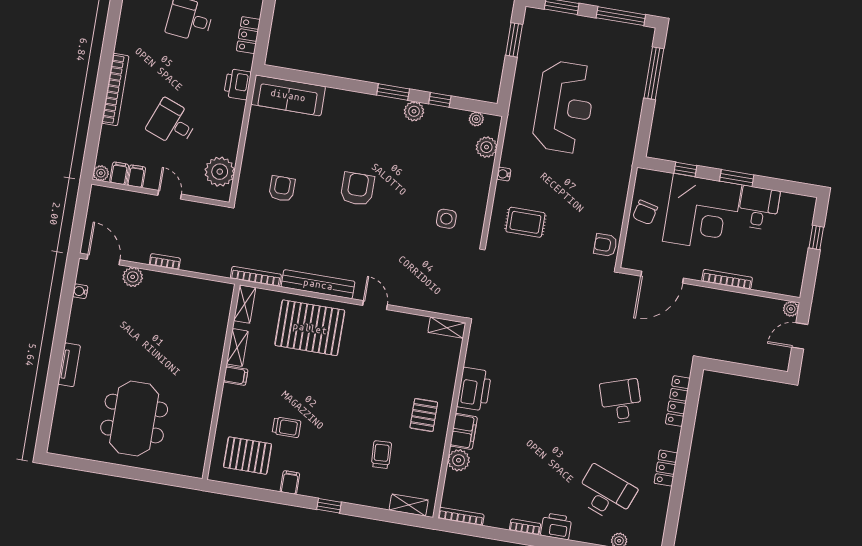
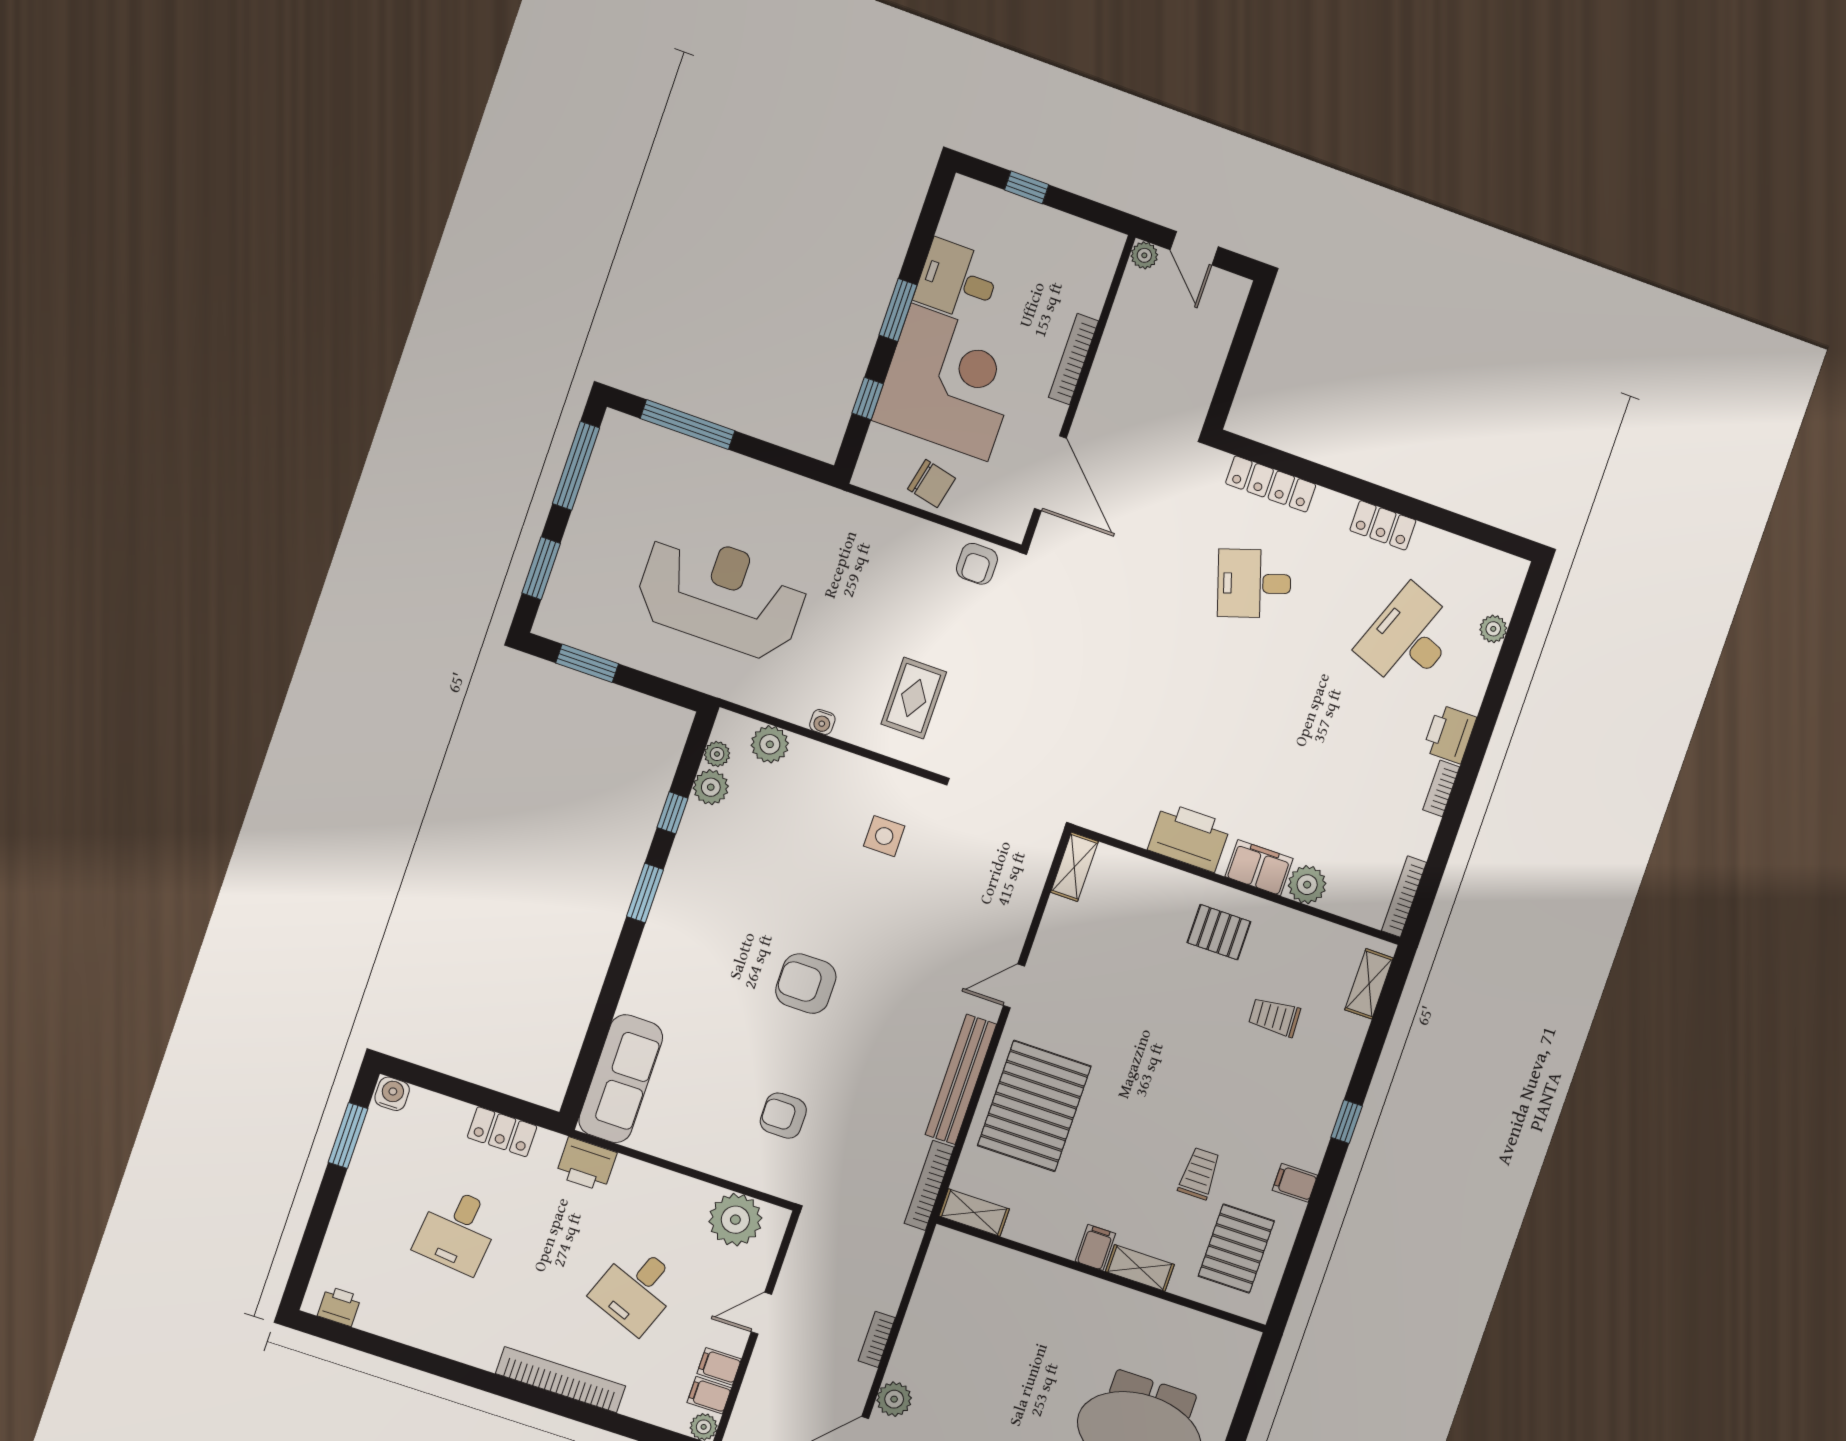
plant: (414, 111) -> (711, 787), moved
shelving: (237, 348) -> (1140, 1268), moved

